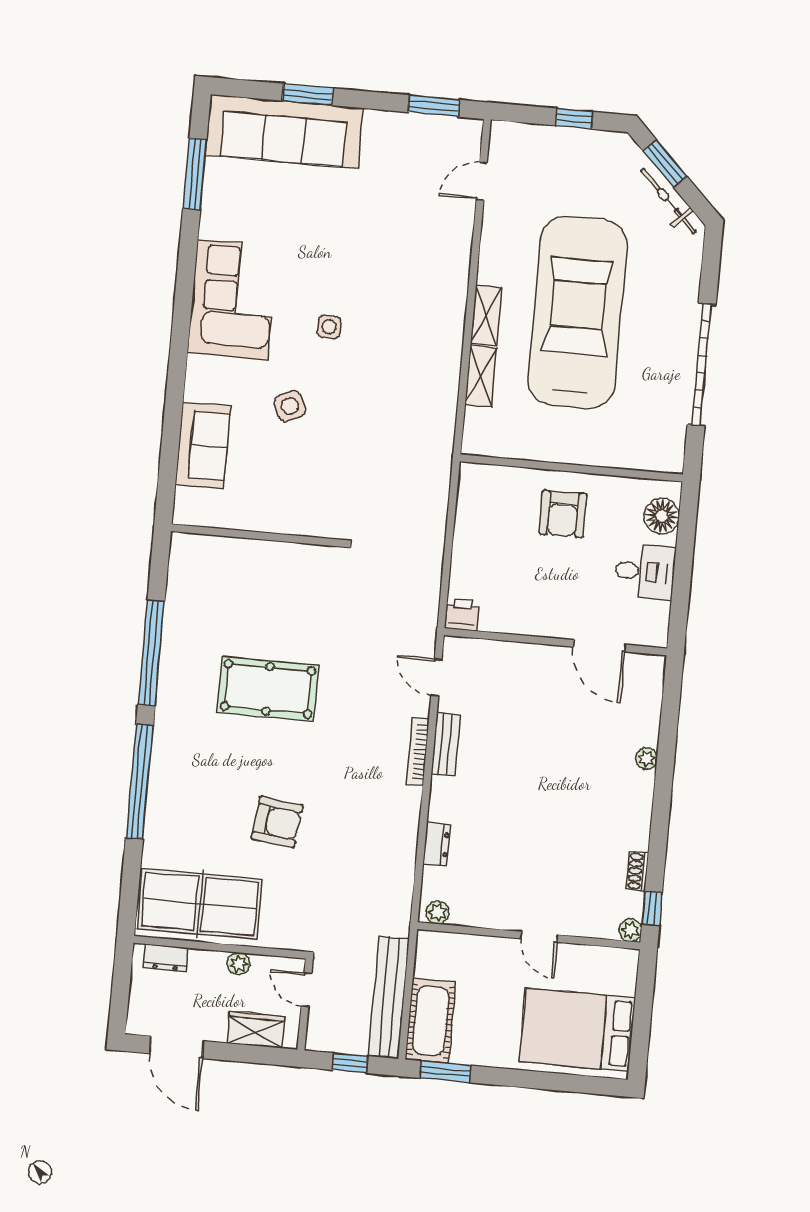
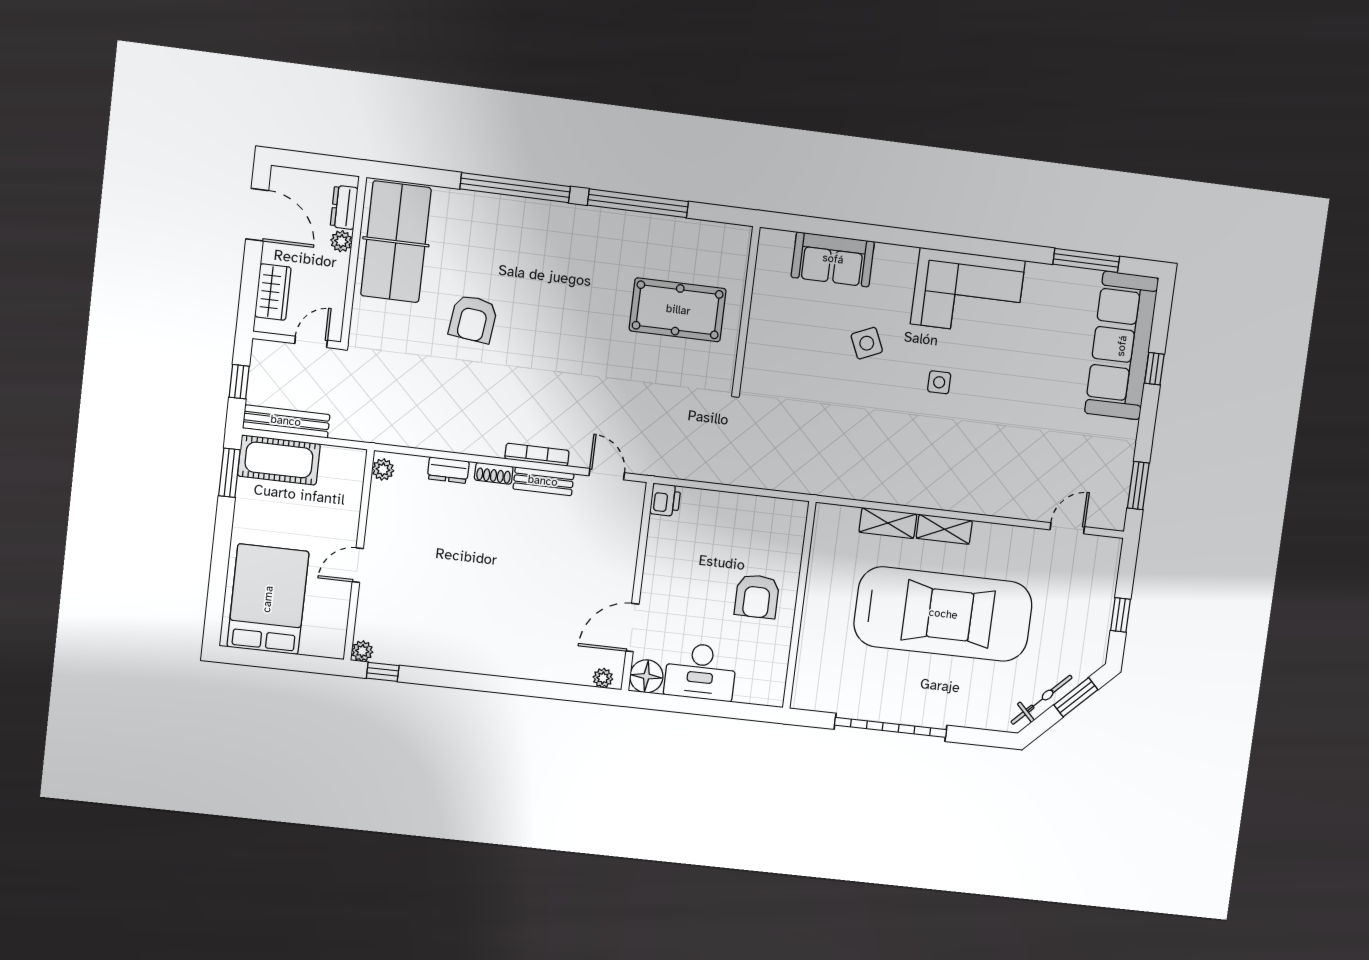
window: (308, 94) -> (1154, 369), width x0.67
door: (482, 181) -> (1067, 528), hinge flipped
armchair: (563, 514) -> (757, 596), turned -90
floor lamp: (662, 516) -> (646, 676), moved
desk: (645, 572) -> (701, 672), width x1.37
door: (436, 678) -> (607, 474), hinge flipped
pool table: (268, 689) -> (678, 310), moved, turned 90
plant: (647, 759) -> (603, 678), moved
shoe rack: (637, 871) -> (494, 473), moved, turned 180
plant: (239, 964) -> (341, 241), moved
bench: (389, 997) -> (286, 421), width x0.73, depth x0.82
door: (177, 1047) -> (257, 215), swing flipped

